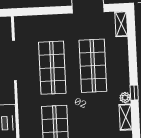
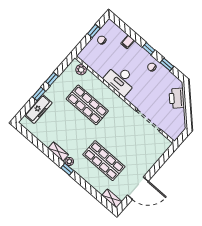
shop shelf: (52, 68) -> (124, 137), removed

